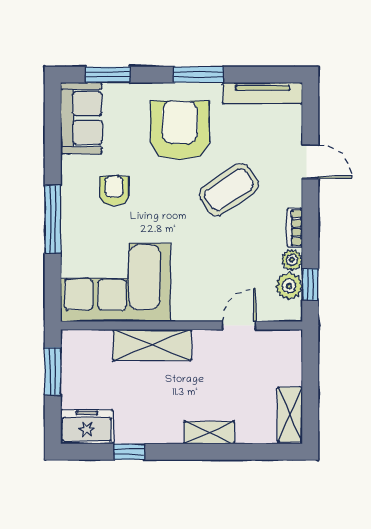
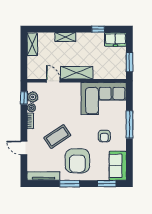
door: (239, 326) -> (53, 81), swing flipped
shelving: (152, 345) -> (77, 73), moved

